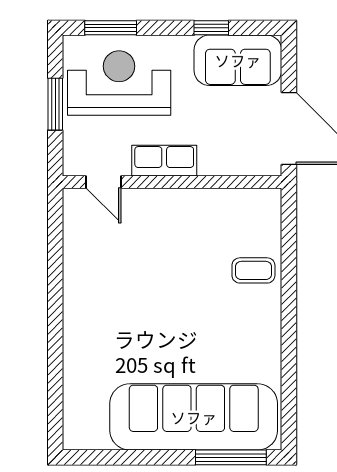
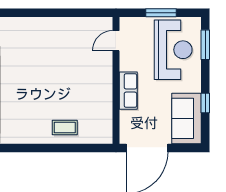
row of seats: (164, 161) -> (128, 91), moved
coffee table: (253, 270) -> (65, 127), turned 90

